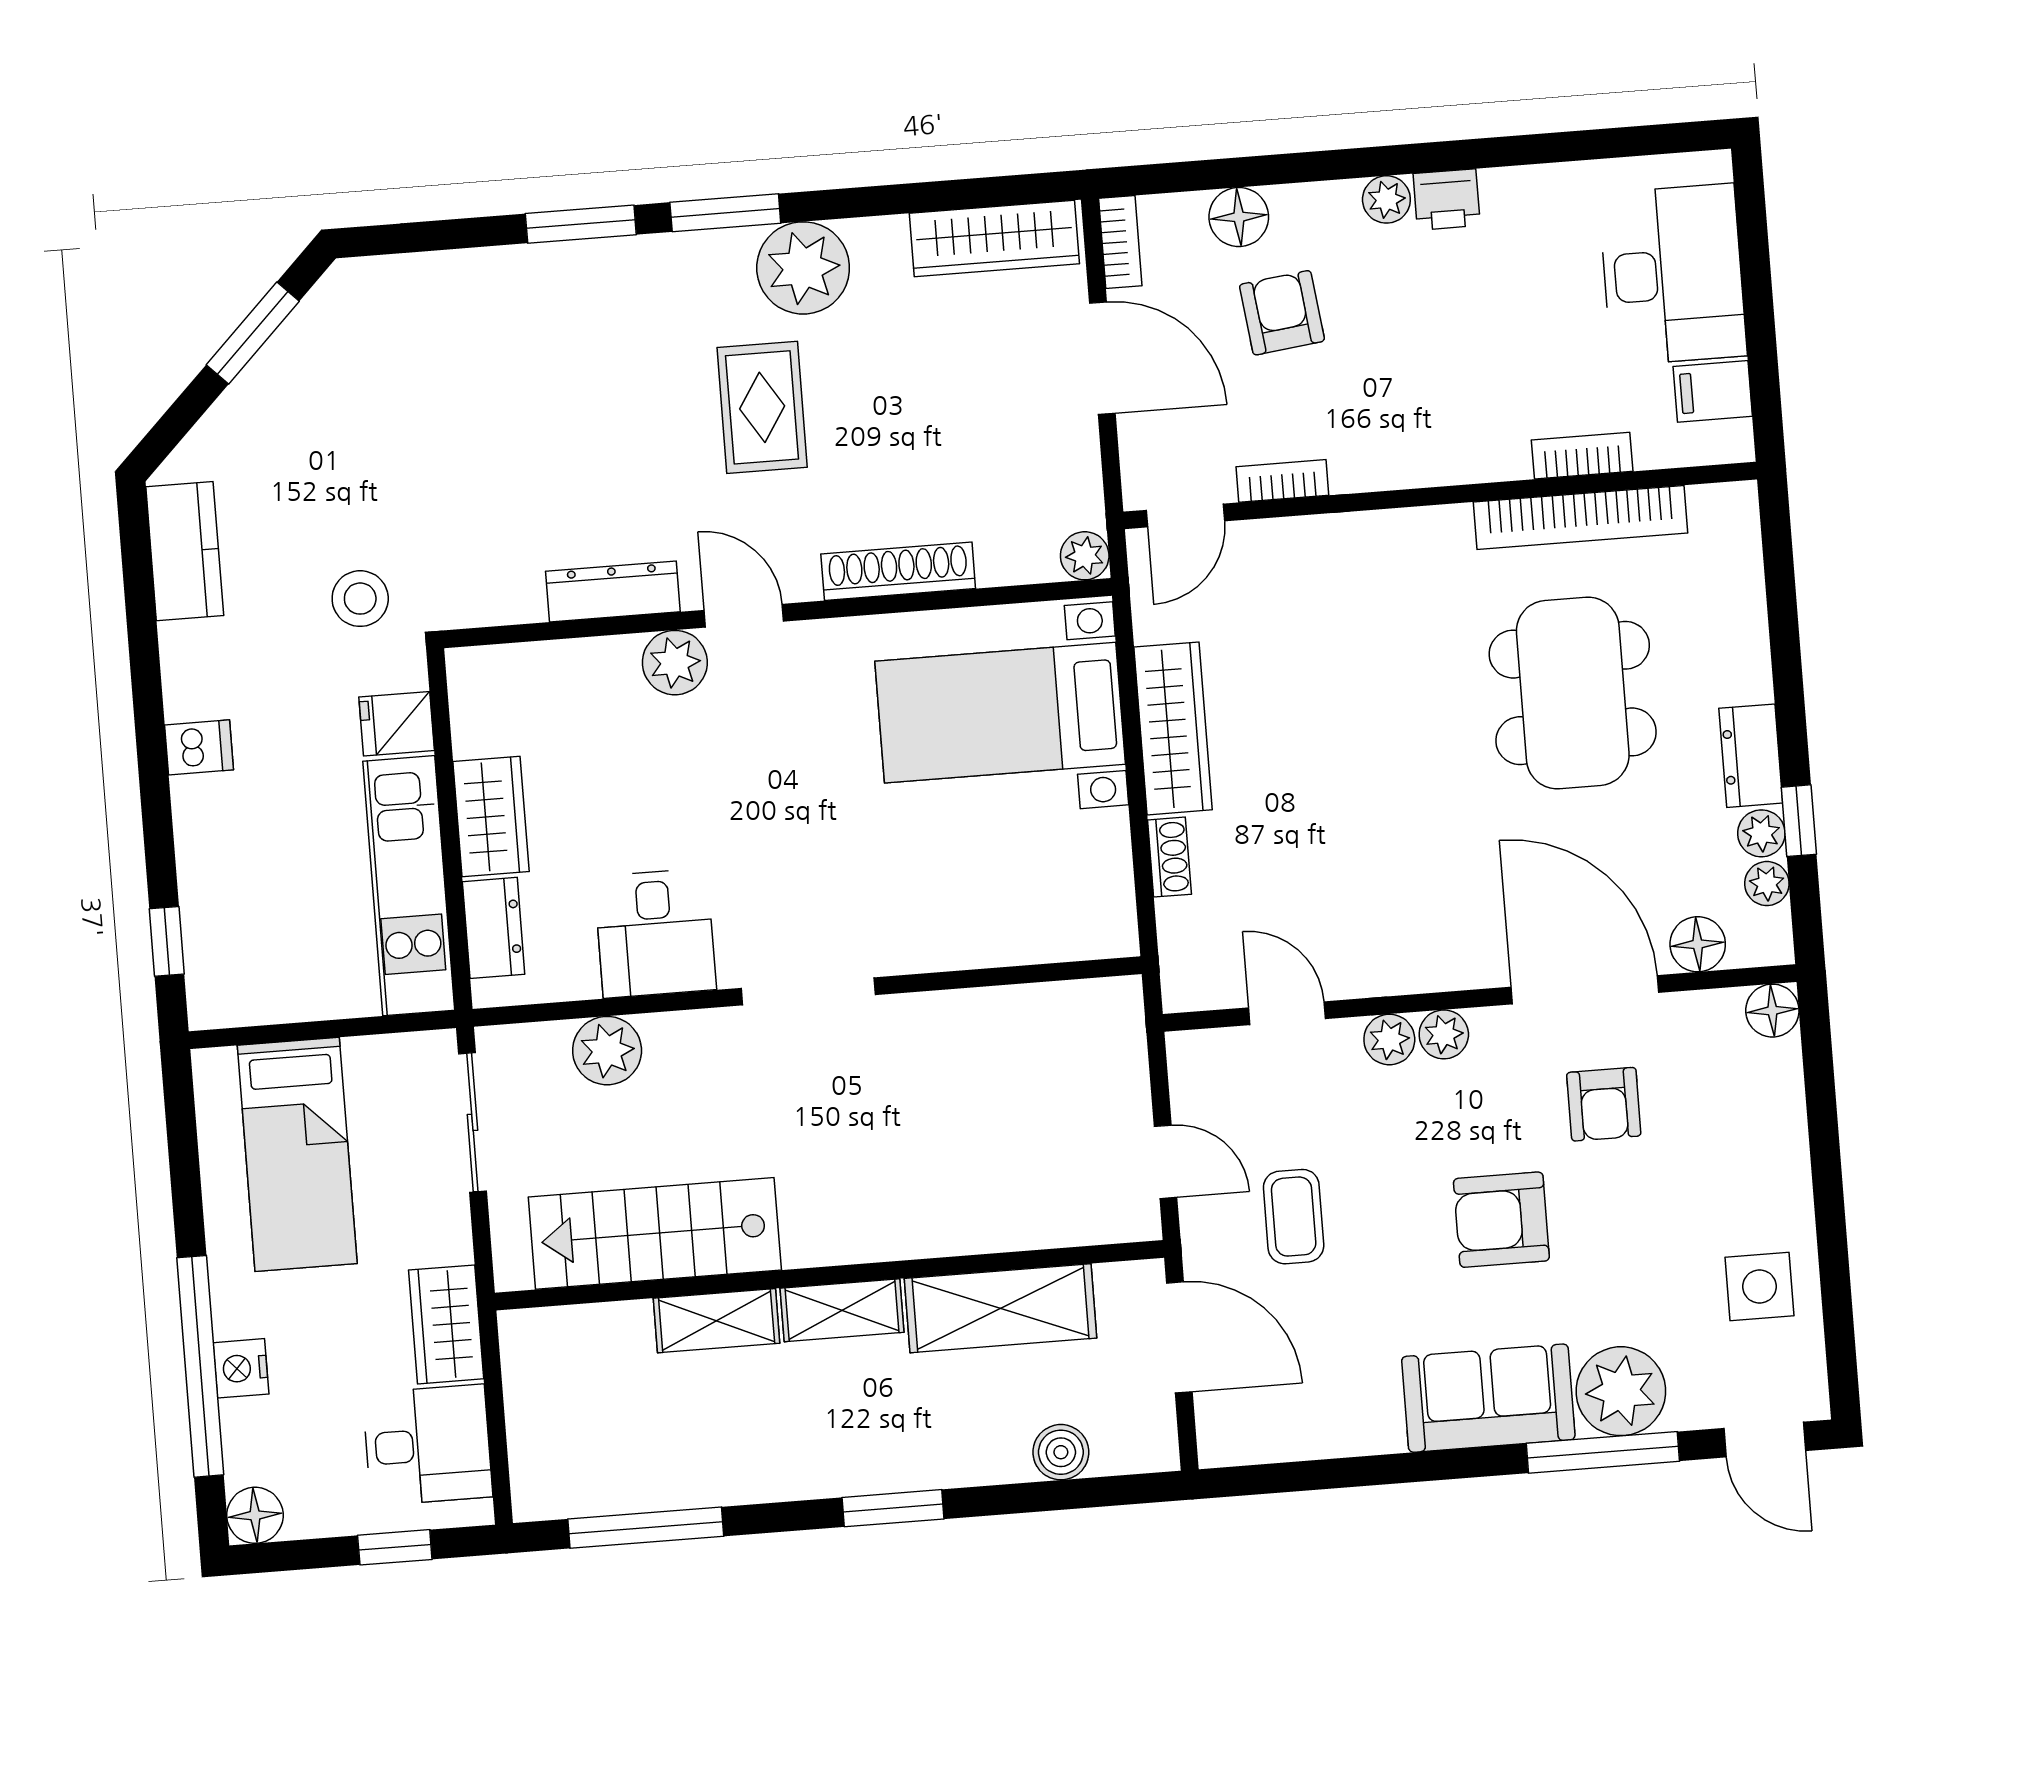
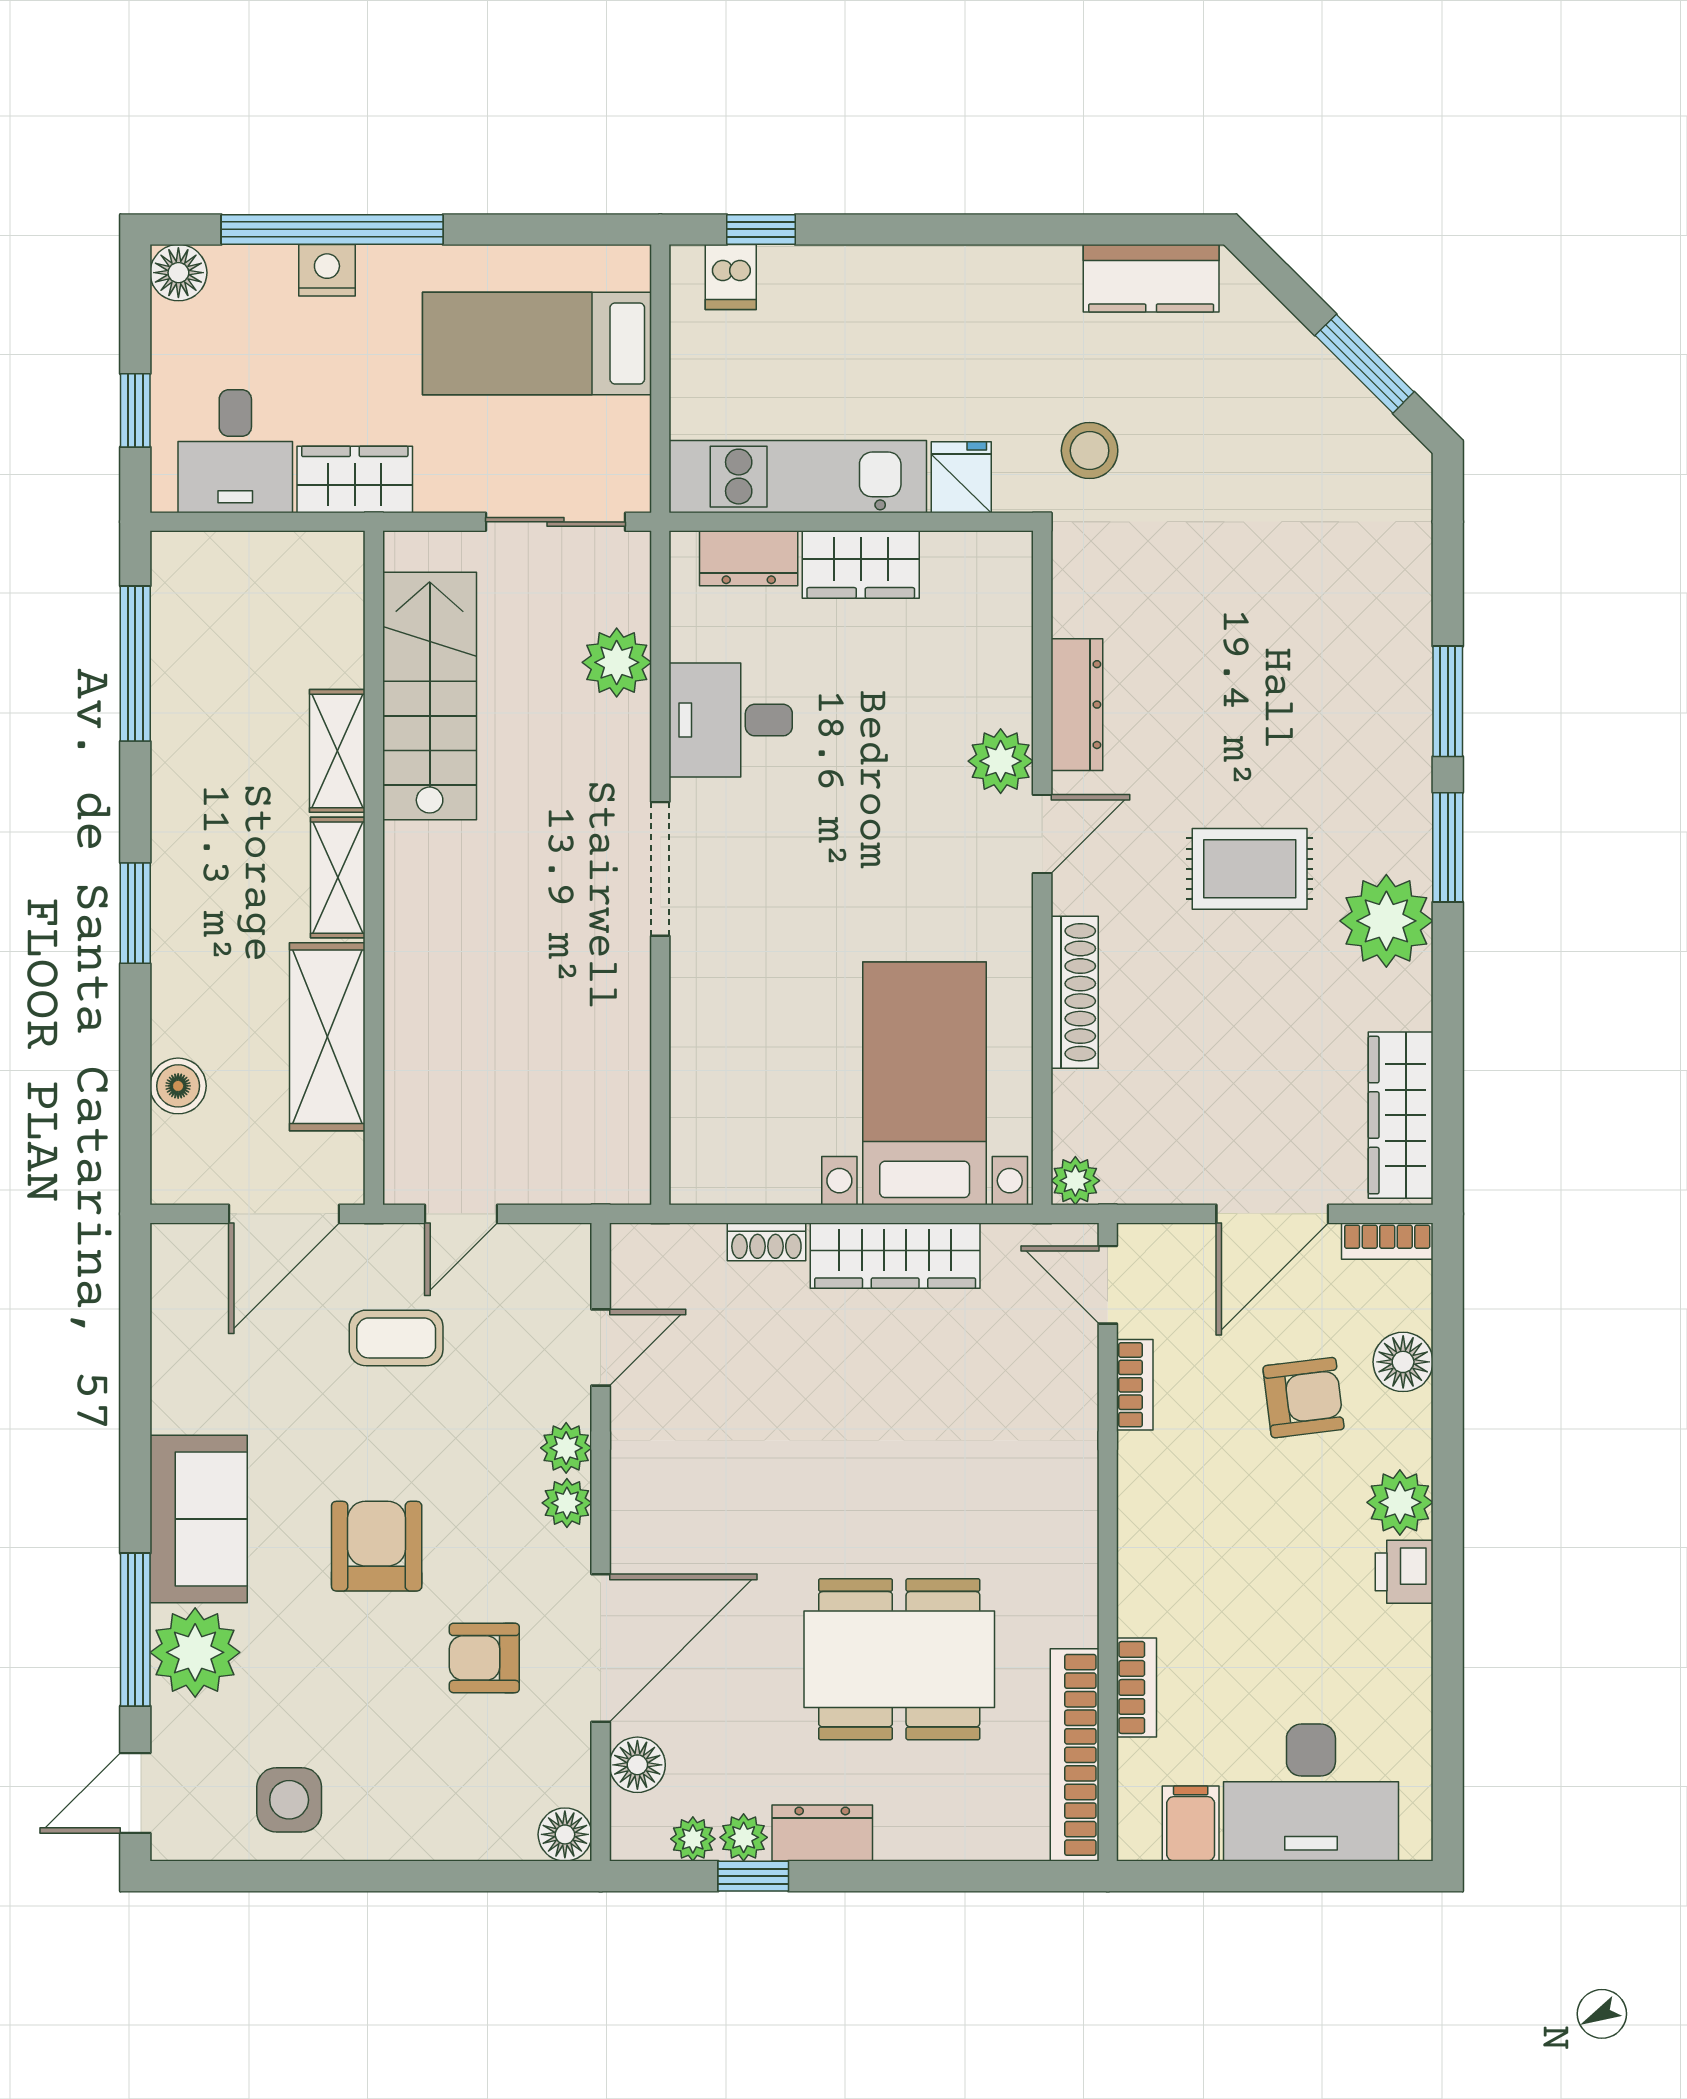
plant: (1386, 199) -> (1400, 1502), width x1.38, depth x1.38
bookcase: (1581, 517) -> (1075, 1755), moved
dishwasher: (199, 747) -> (731, 277), moved

